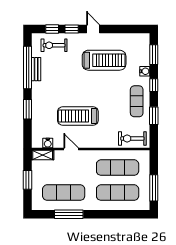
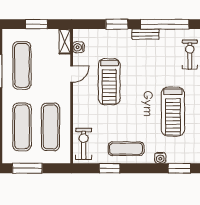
bench: (36, 69) -> (146, 34), moved
window: (154, 85) -> (144, 168), removed
treadmill: (78, 116) -> (109, 82), turned 180

